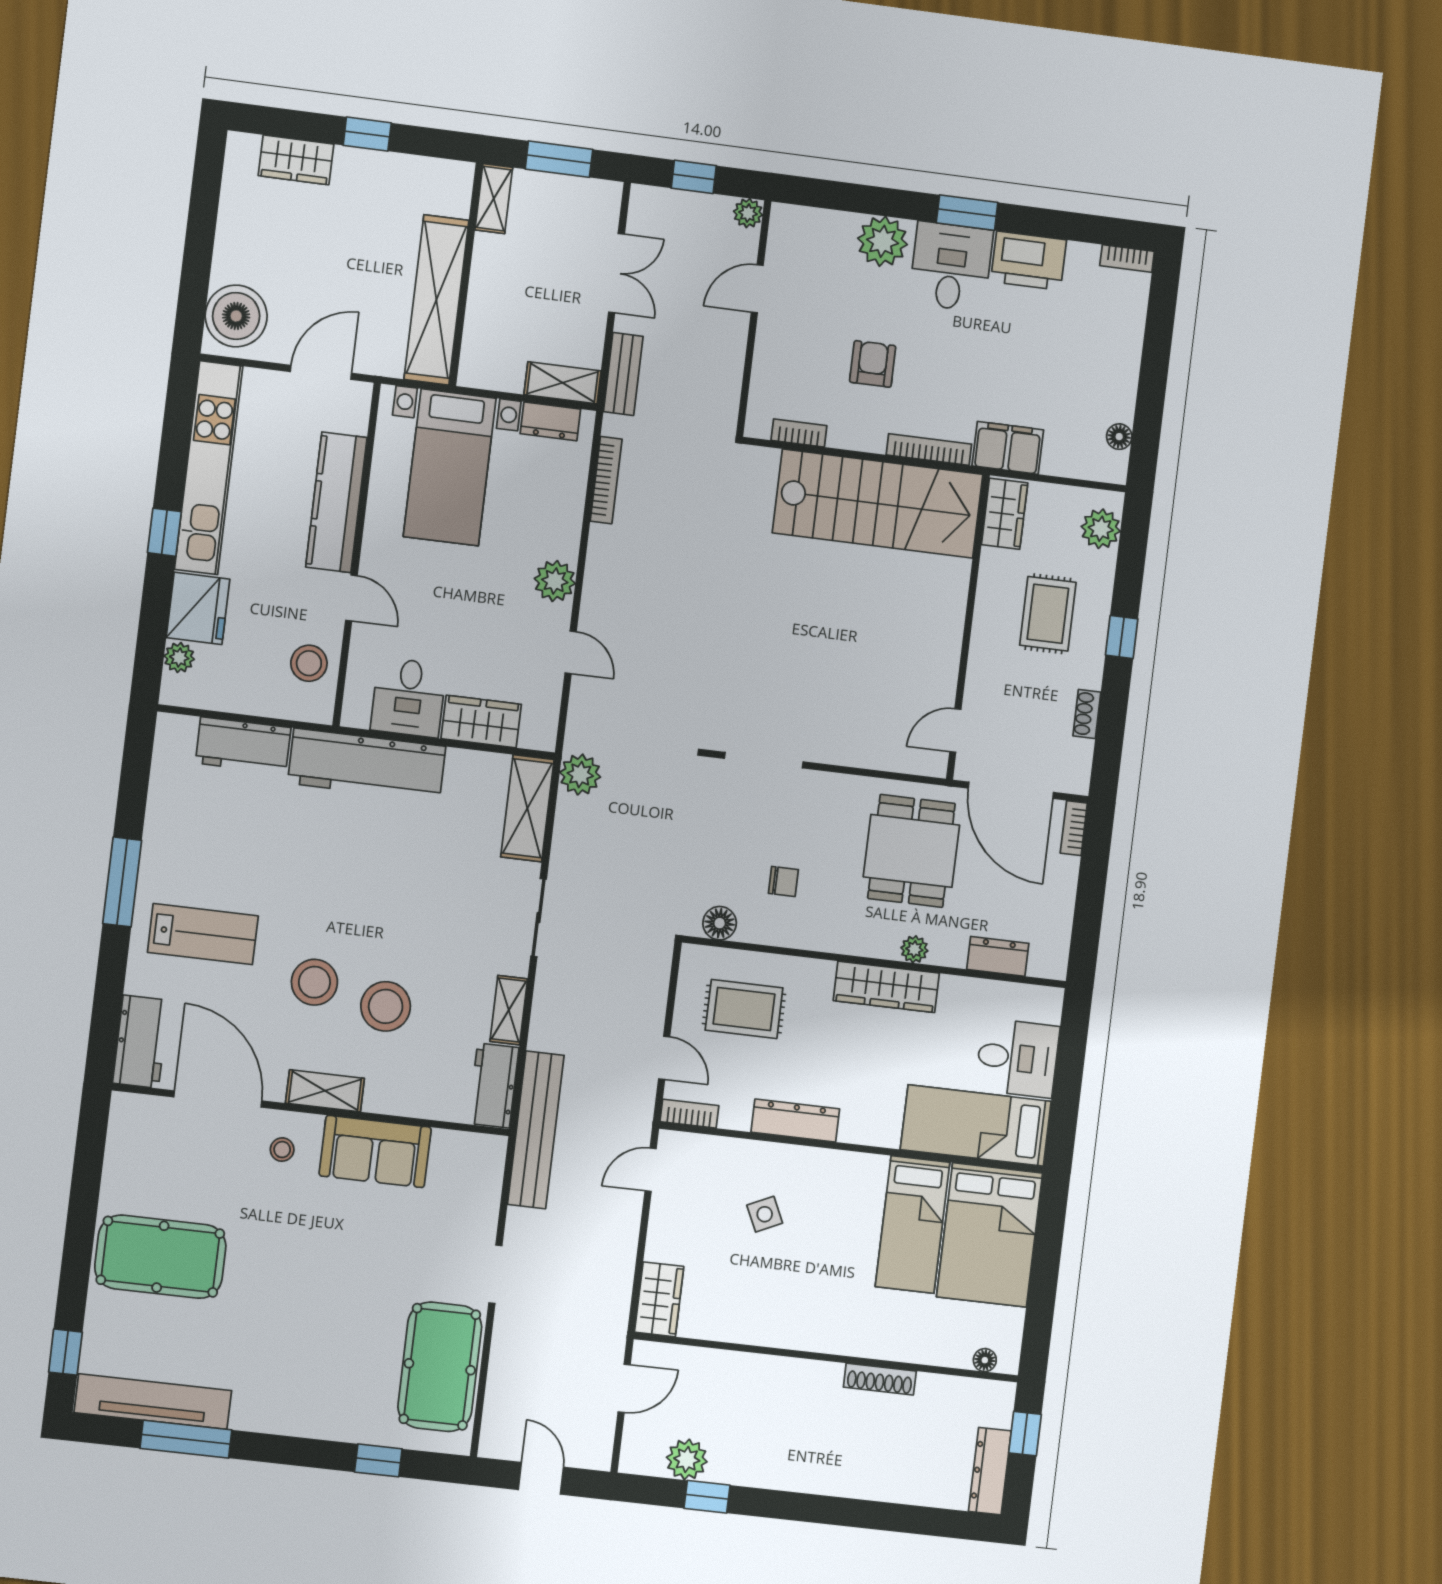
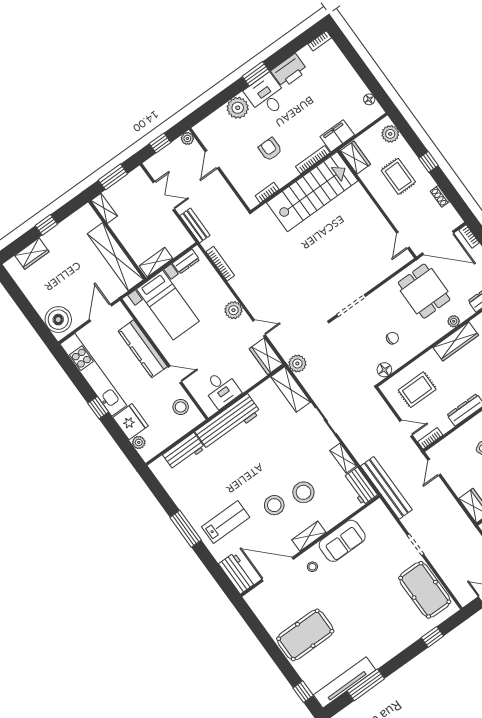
shelving: (562, 383) -> (156, 262), moved
wardrobe: (481, 721) -> (266, 356), moved, turned -90

